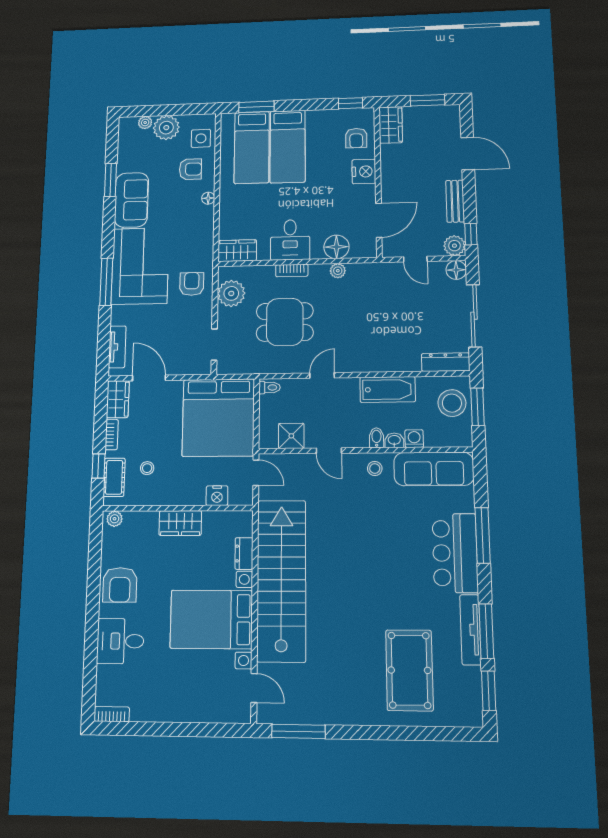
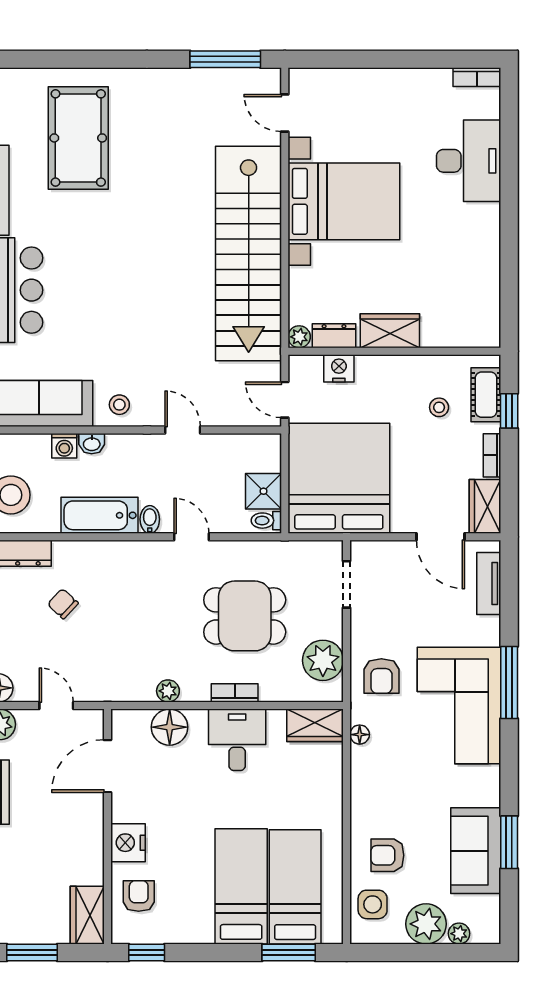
floor lamp: (208, 198) -> (360, 735), moved
sofa: (131, 200) -> (476, 851), moved
chair: (412, 328) -> (63, 604), added
door: (322, 375) -> (191, 537), swing flipped
shower: (291, 436) -> (264, 491), moved
bidet: (376, 438) -> (150, 519), moved, turned 180
plant: (115, 519) -> (299, 337), moved
dresser: (244, 554) -> (334, 336), moved, turned -90
armchair: (120, 585) -> (472, 247), removed
desk: (120, 641) -> (469, 161), width x1.37

